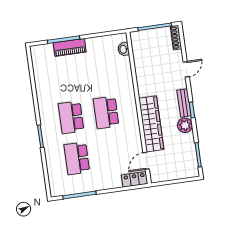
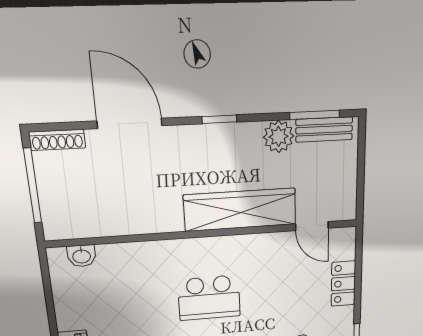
door: (186, 69) -> (130, 123), width x1.87
bench: (184, 103) -> (324, 130), moved
plant: (185, 125) -> (279, 137), moved
locker: (135, 179) -> (343, 284), moved

